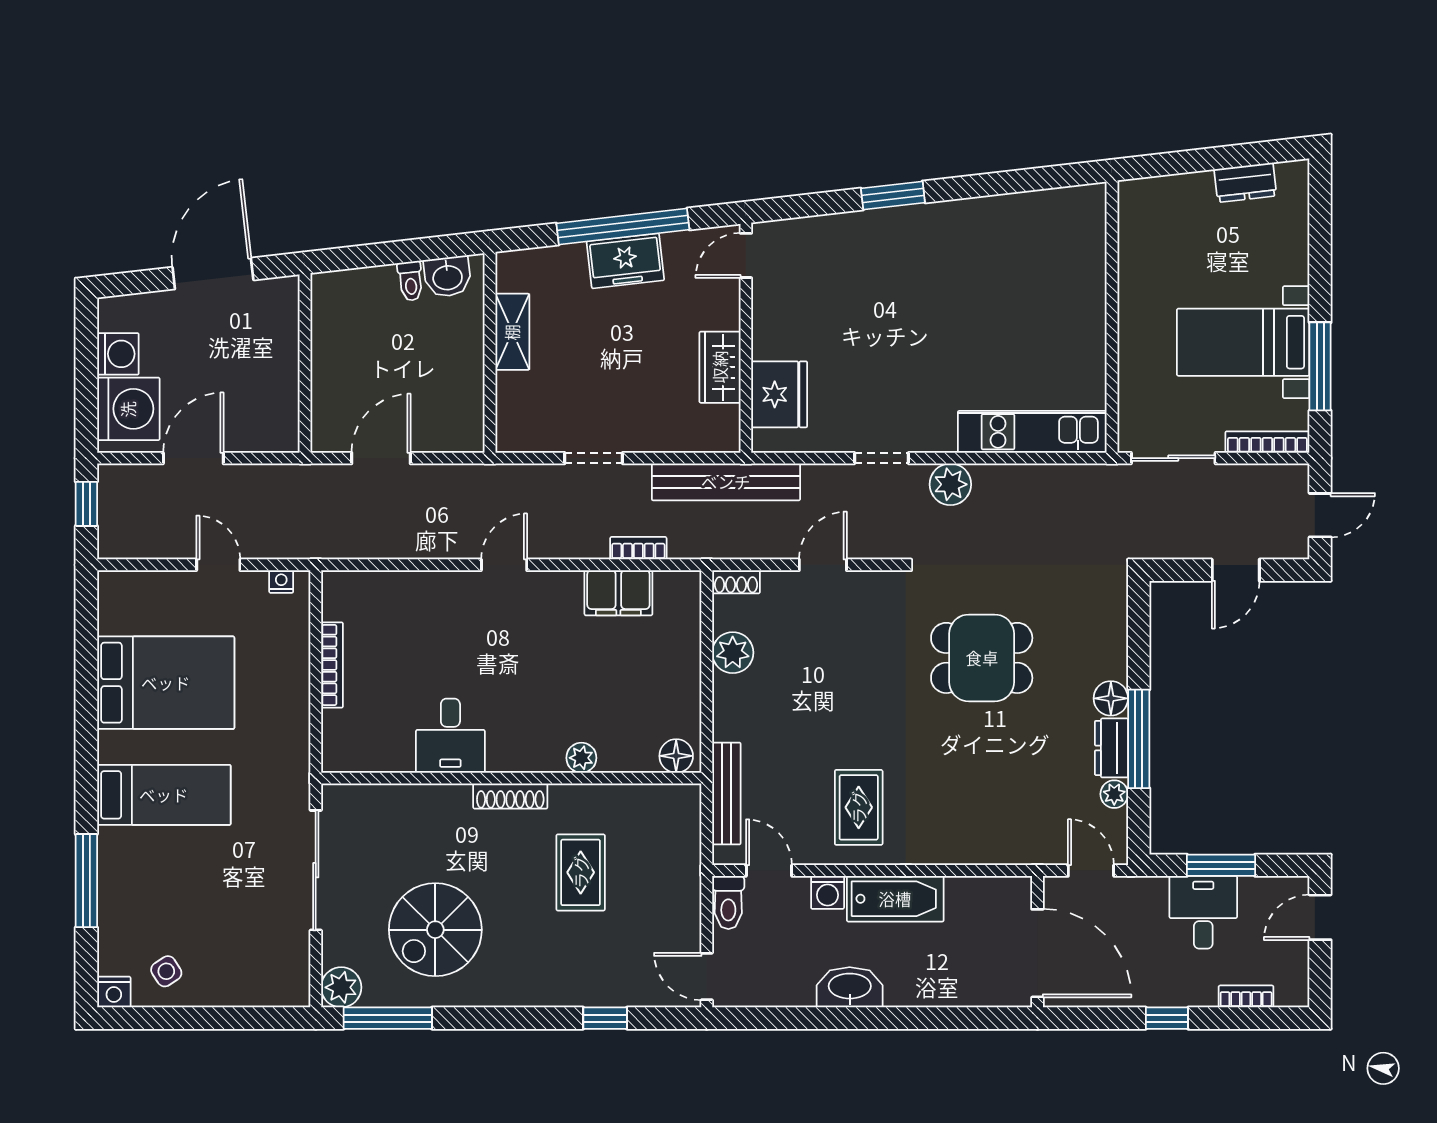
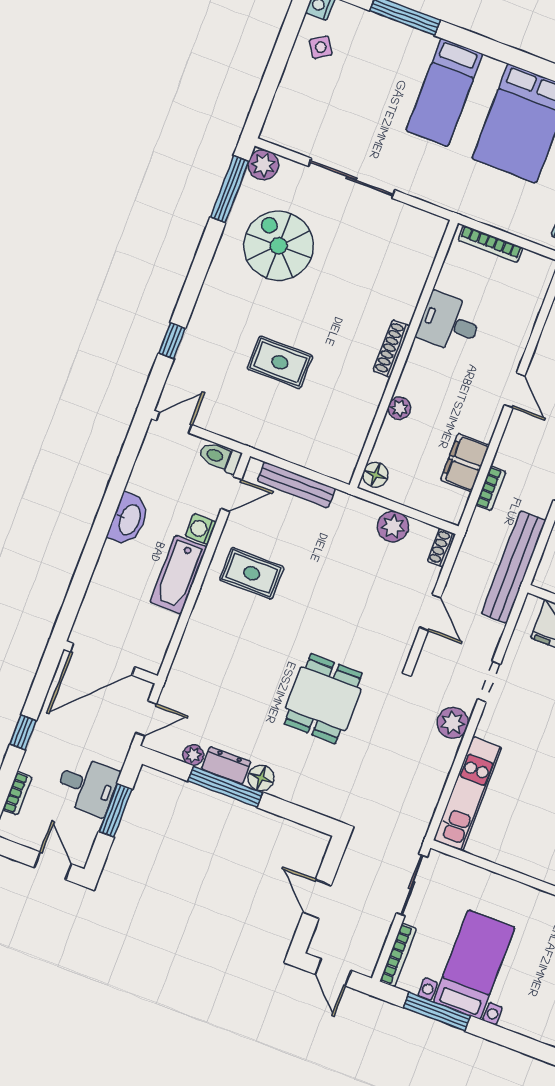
desk: (450, 736) -> (449, 323), moved
floor lamp: (676, 756) -> (376, 475), moved
plant: (581, 758) -> (399, 408), moved
wall: (511, 778) -> (404, 354), moved
shoe rack: (510, 796) -> (391, 349), moved

